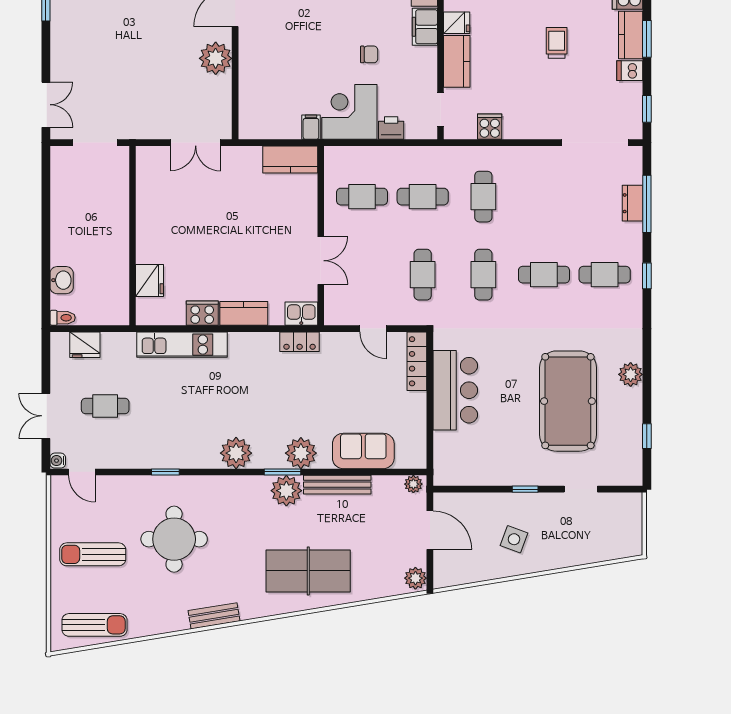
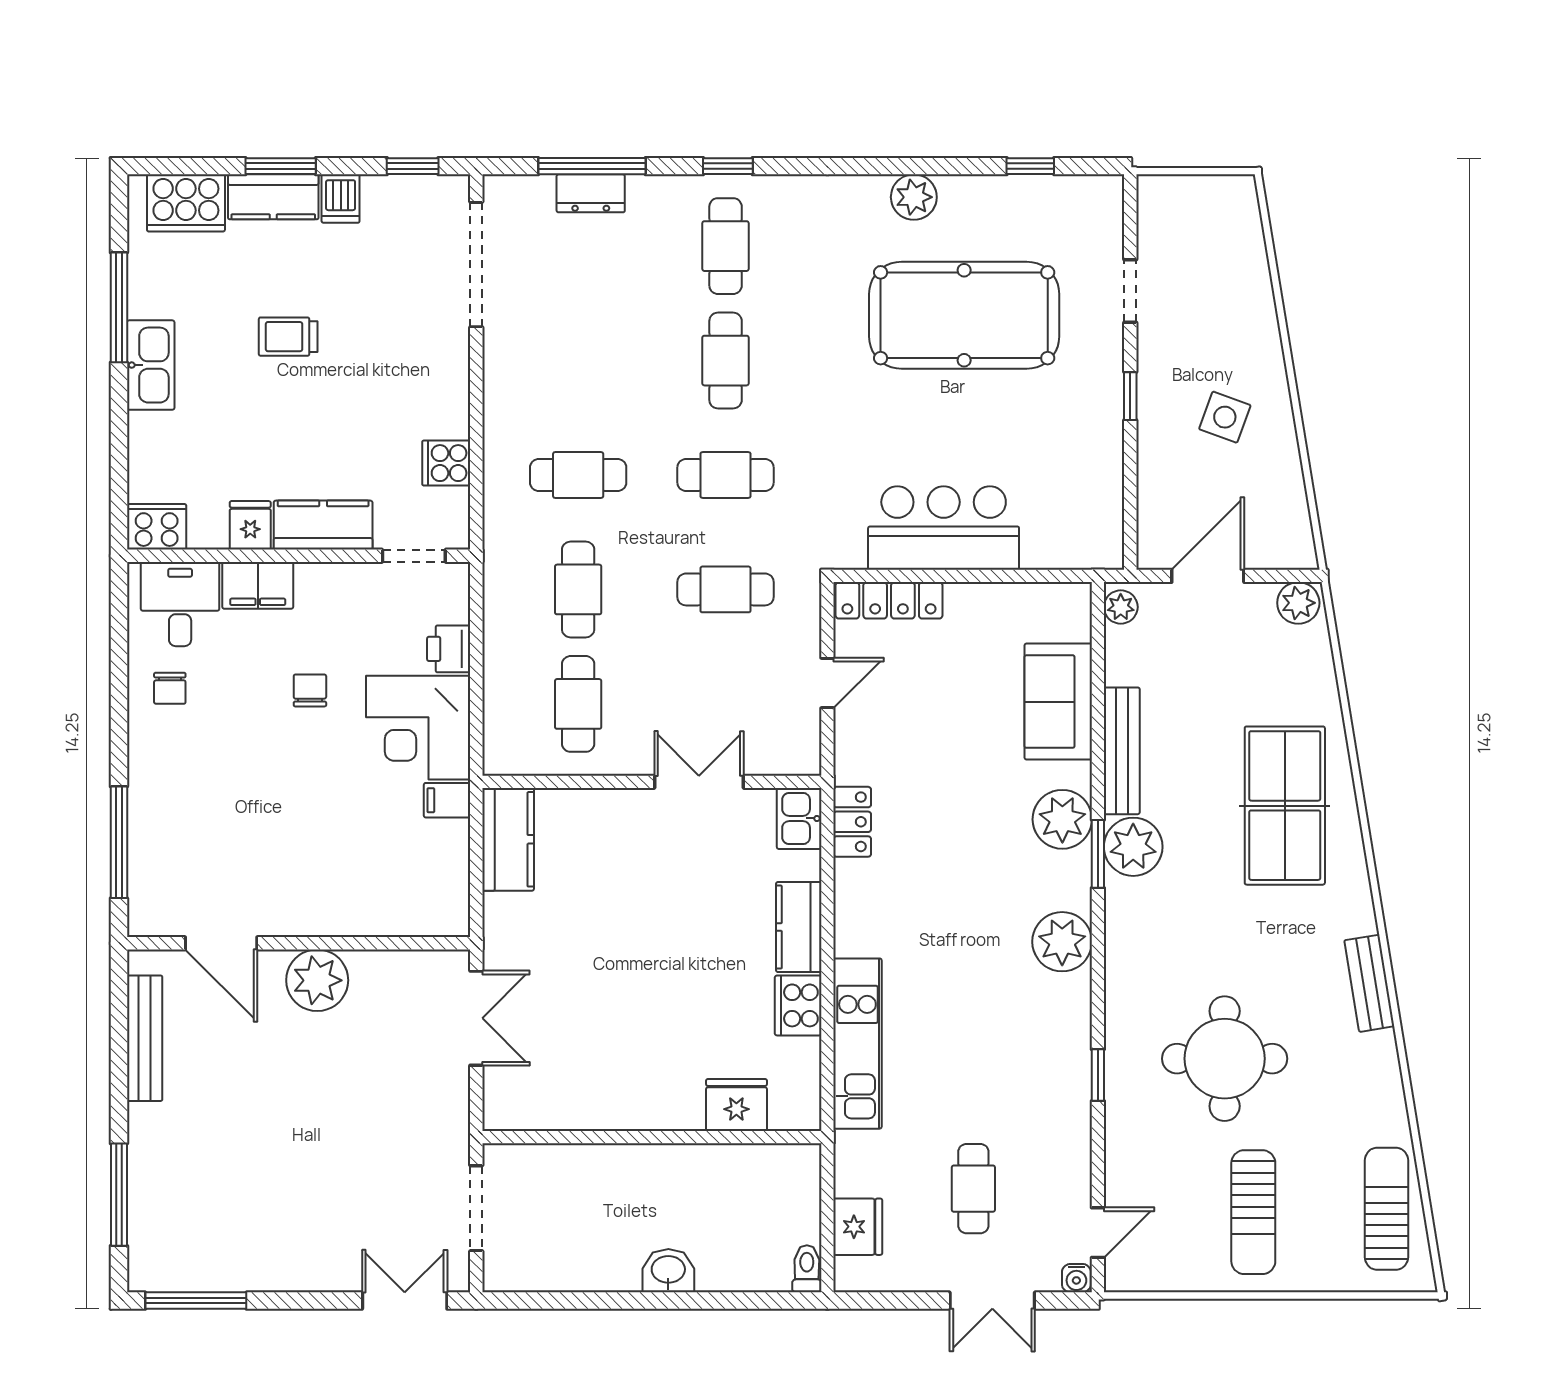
washbasin: (62, 280) -> (668, 1271), moved

